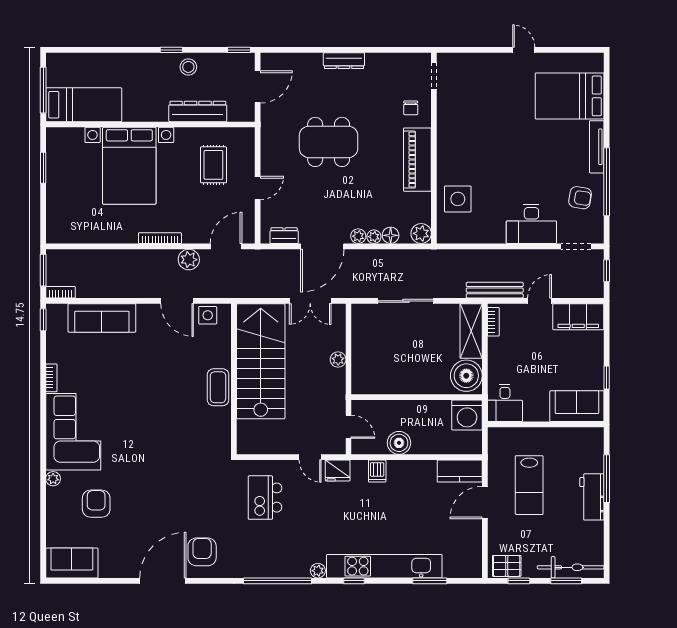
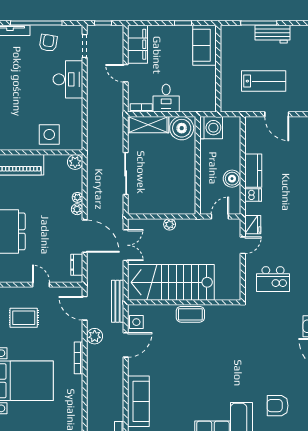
floor lamp: (391, 235) -> (76, 185), removed
bench: (495, 290) -> (118, 301), moved
desk: (505, 403) -> (166, 98), moved, turned 90
kitchen counter: (460, 471) -> (253, 171), moved

